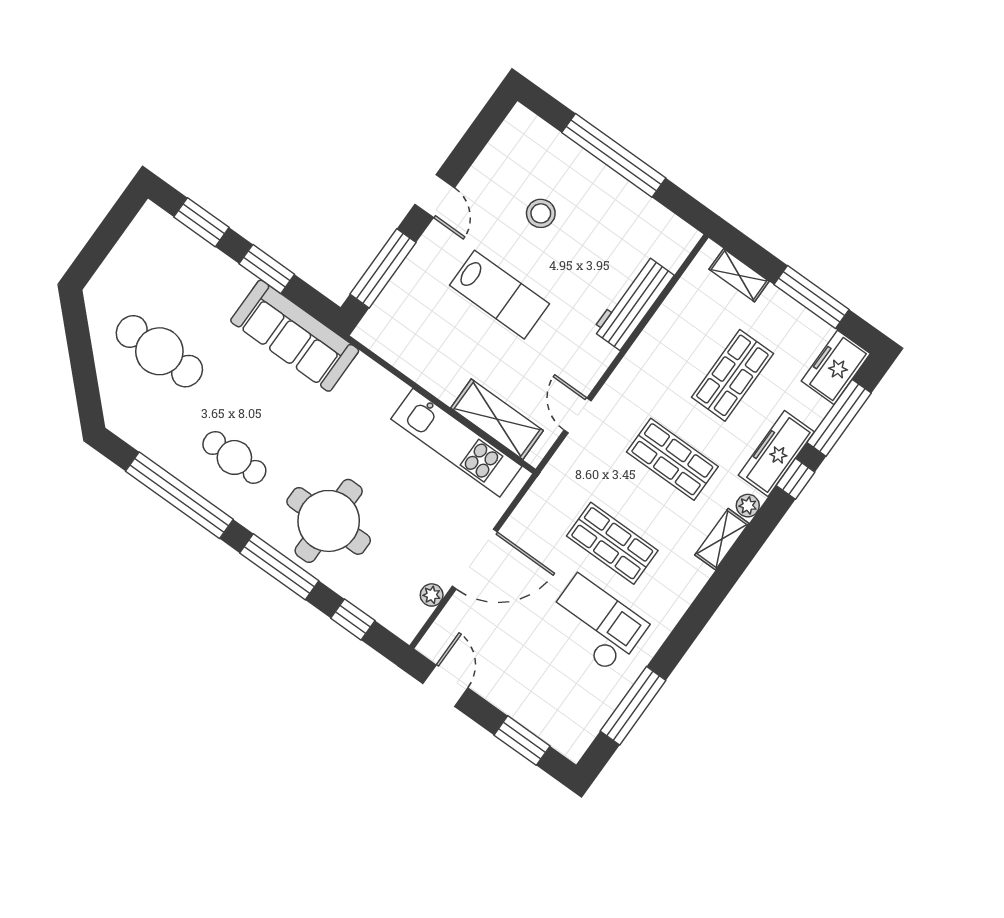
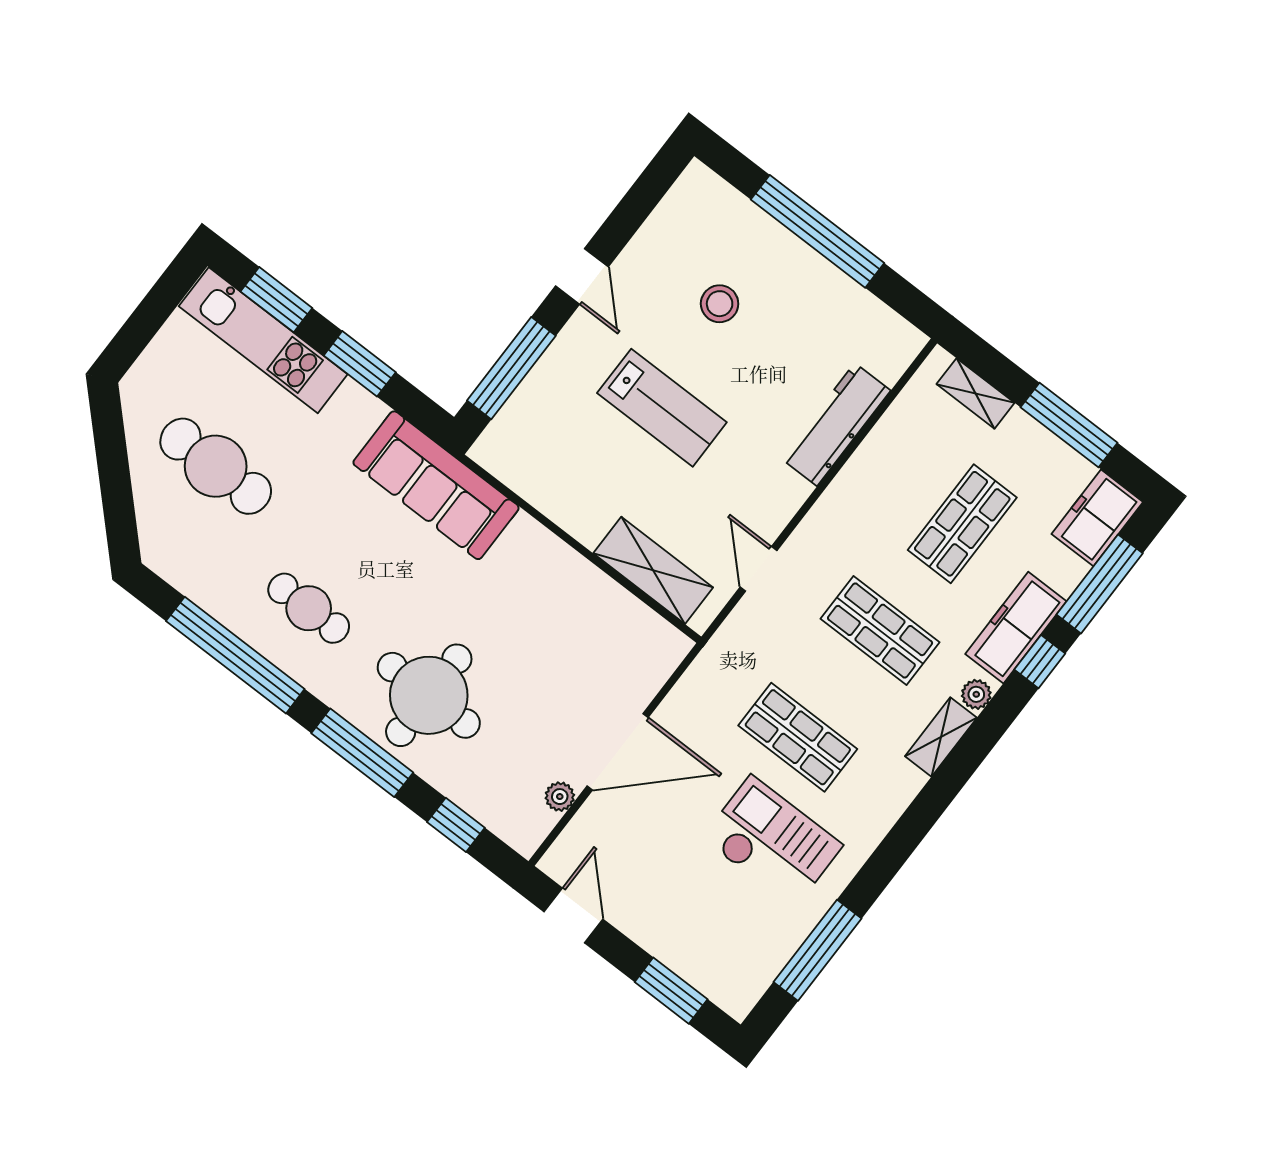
sofa: (295, 336) -> (436, 485), moved
kitchen unit: (456, 443) -> (263, 340), moved

